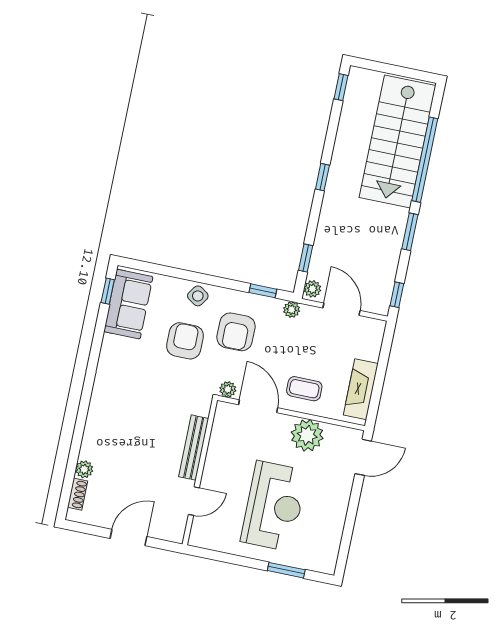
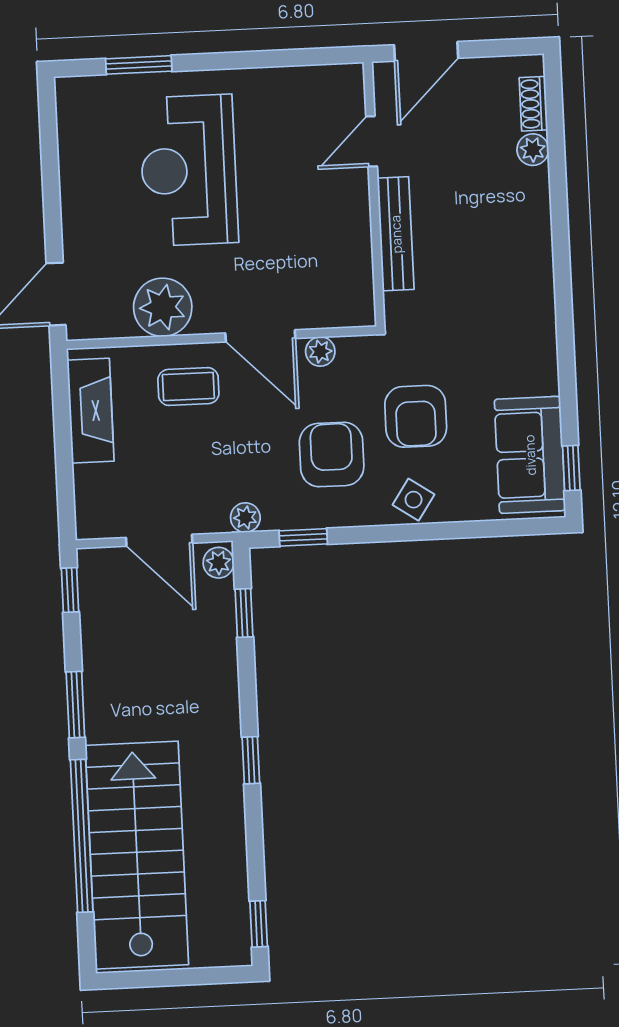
bench: (194, 448) -> (396, 234), moved
wall: (200, 472) -> (374, 194), moved
door: (194, 501) -> (372, 141), moved

